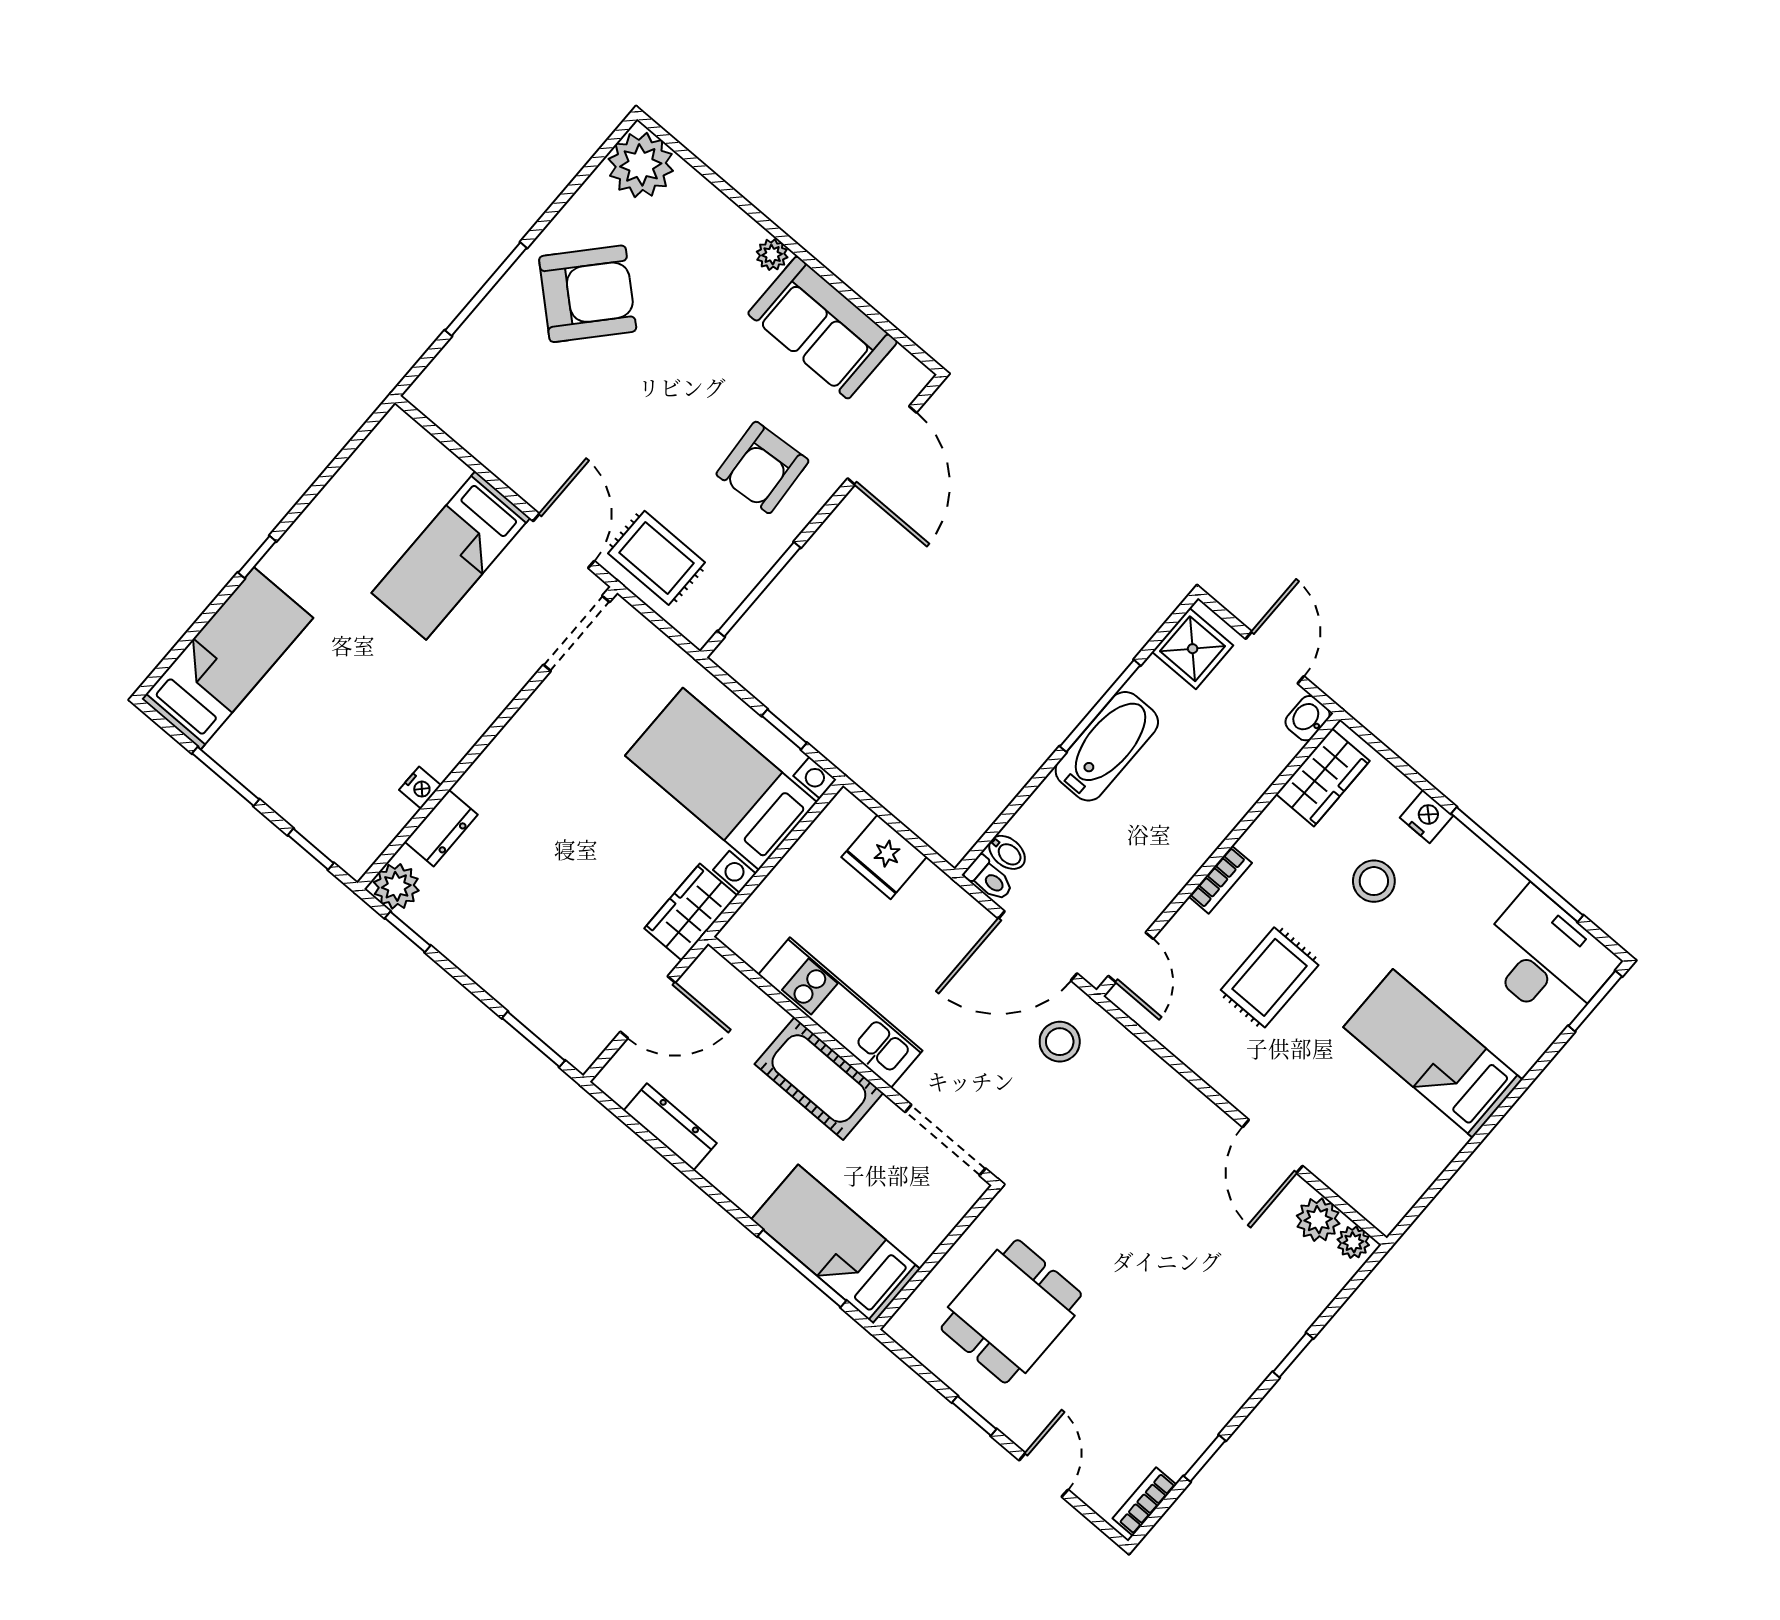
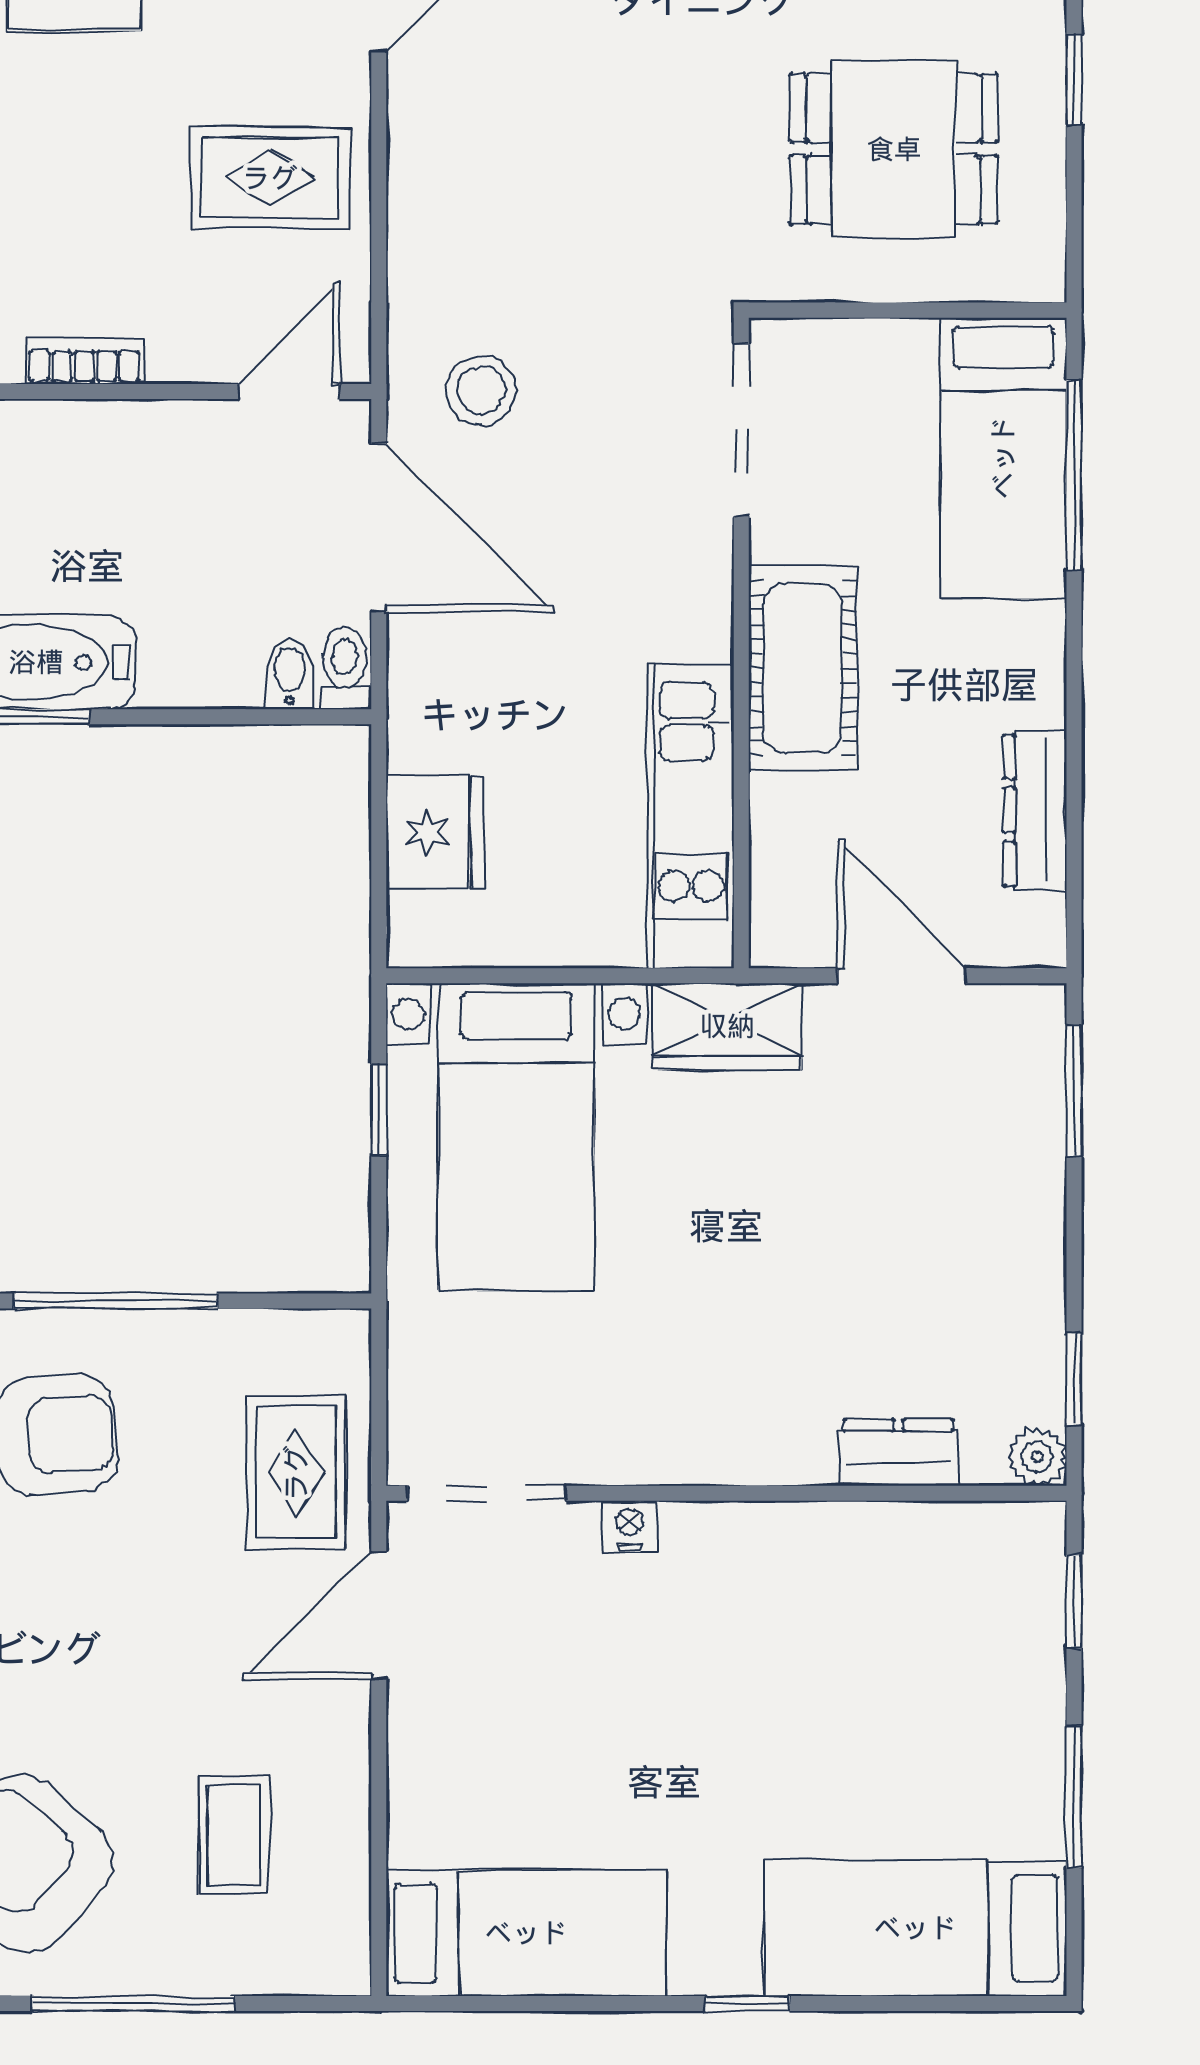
coffee table: (522, 396) -> (234, 1835), added
bed: (451, 555) -> (526, 1933), moved
window: (759, 589) -> (115, 1301), moved
nightstand: (420, 788) -> (630, 1526), moved
plant: (396, 886) -> (1037, 1457), width x0.73, depth x0.73
rug: (1270, 977) -> (270, 178), moved
kitchen unit: (840, 1013) -> (691, 816), moved

